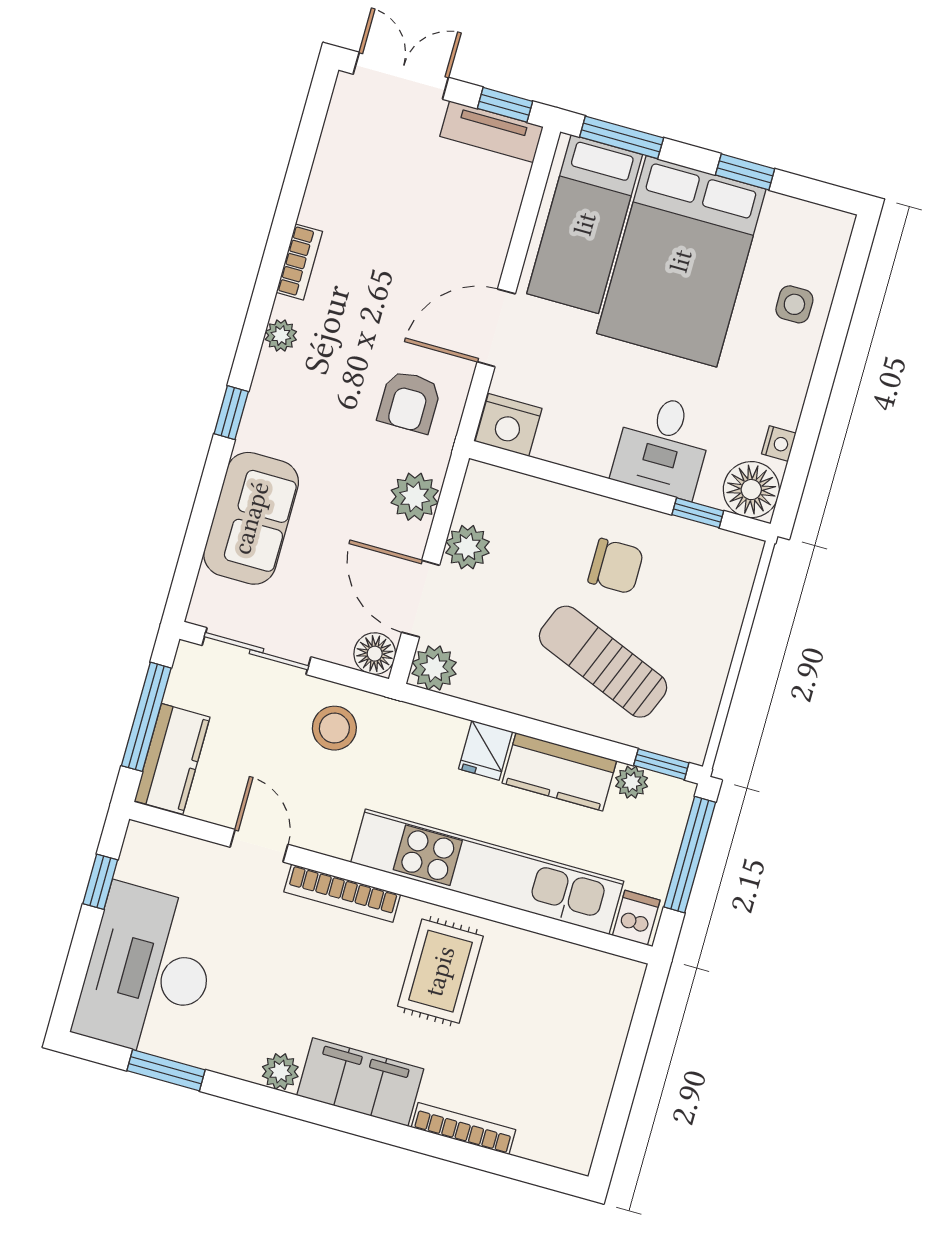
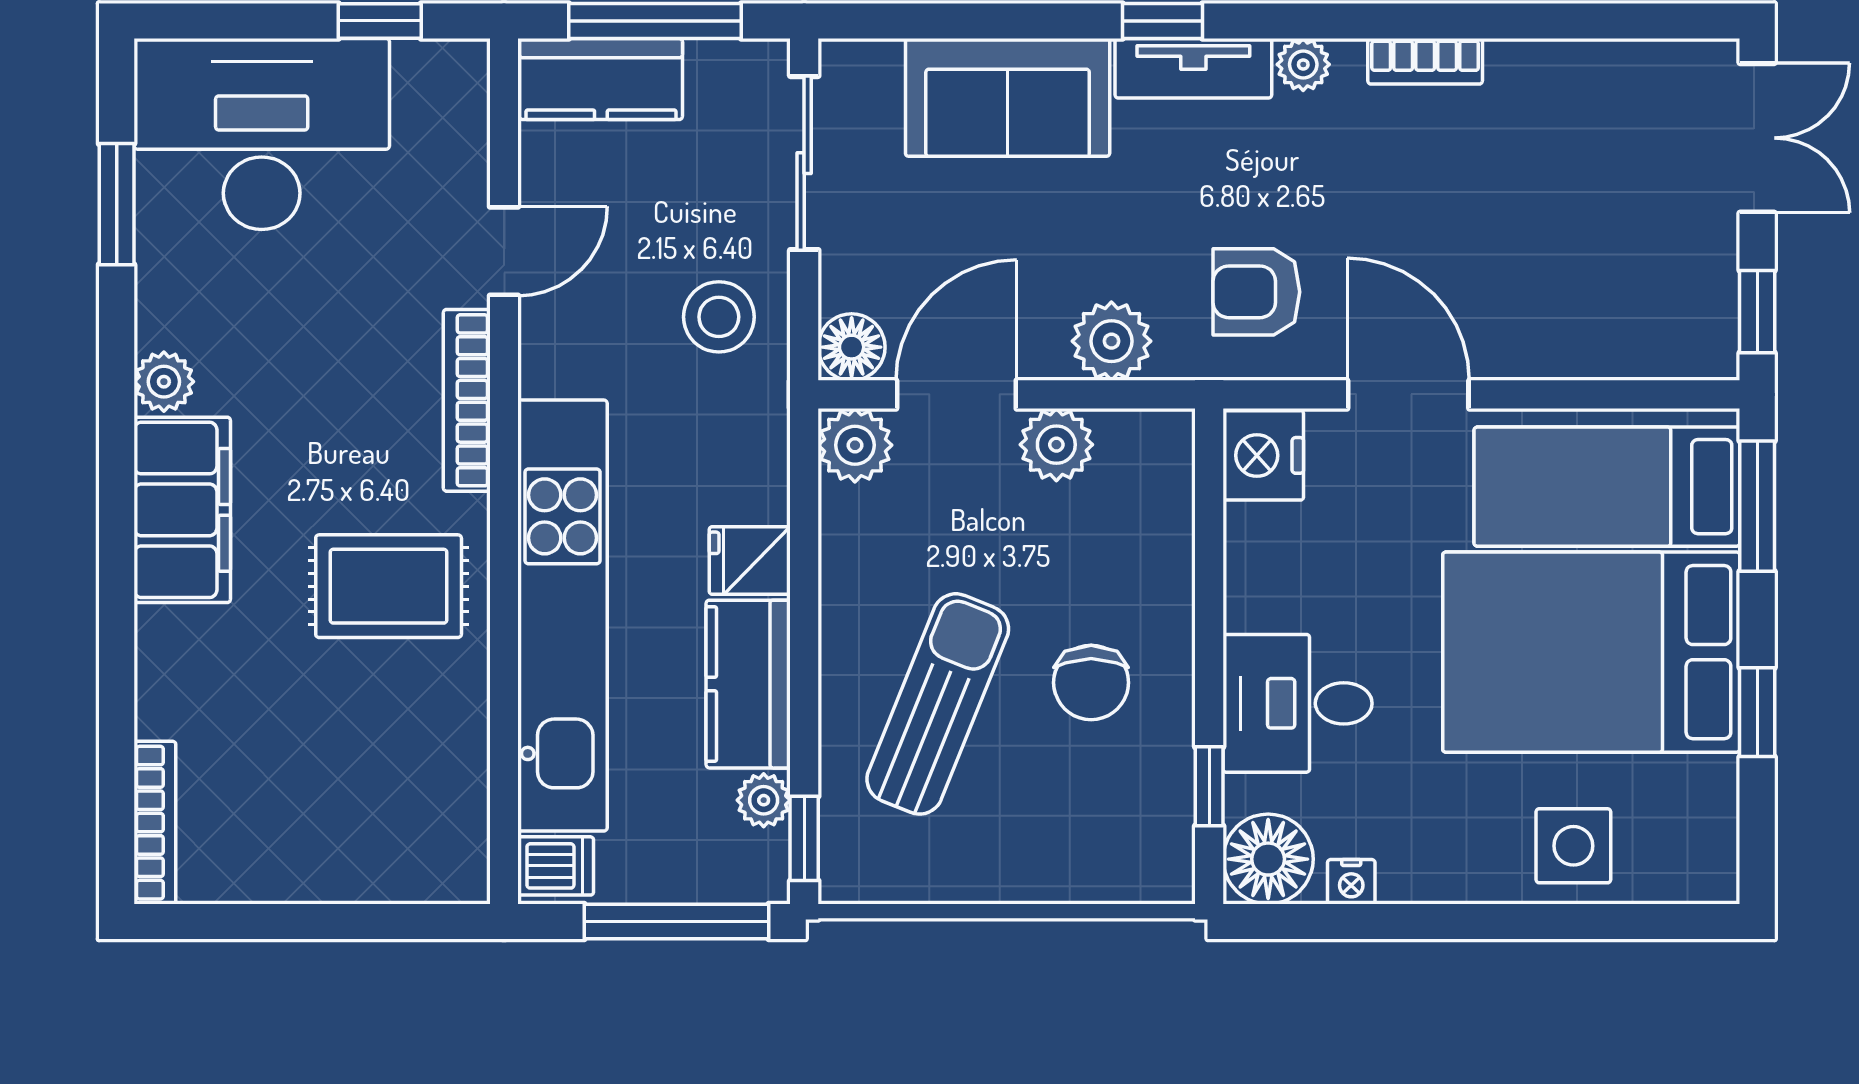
tv unit: (491, 132) -> (1193, 68), moved, turned -90
side table: (794, 304) -> (1573, 846), width x1.37, depth x1.37
bookcase: (463, 1129) -> (155, 823), moved

